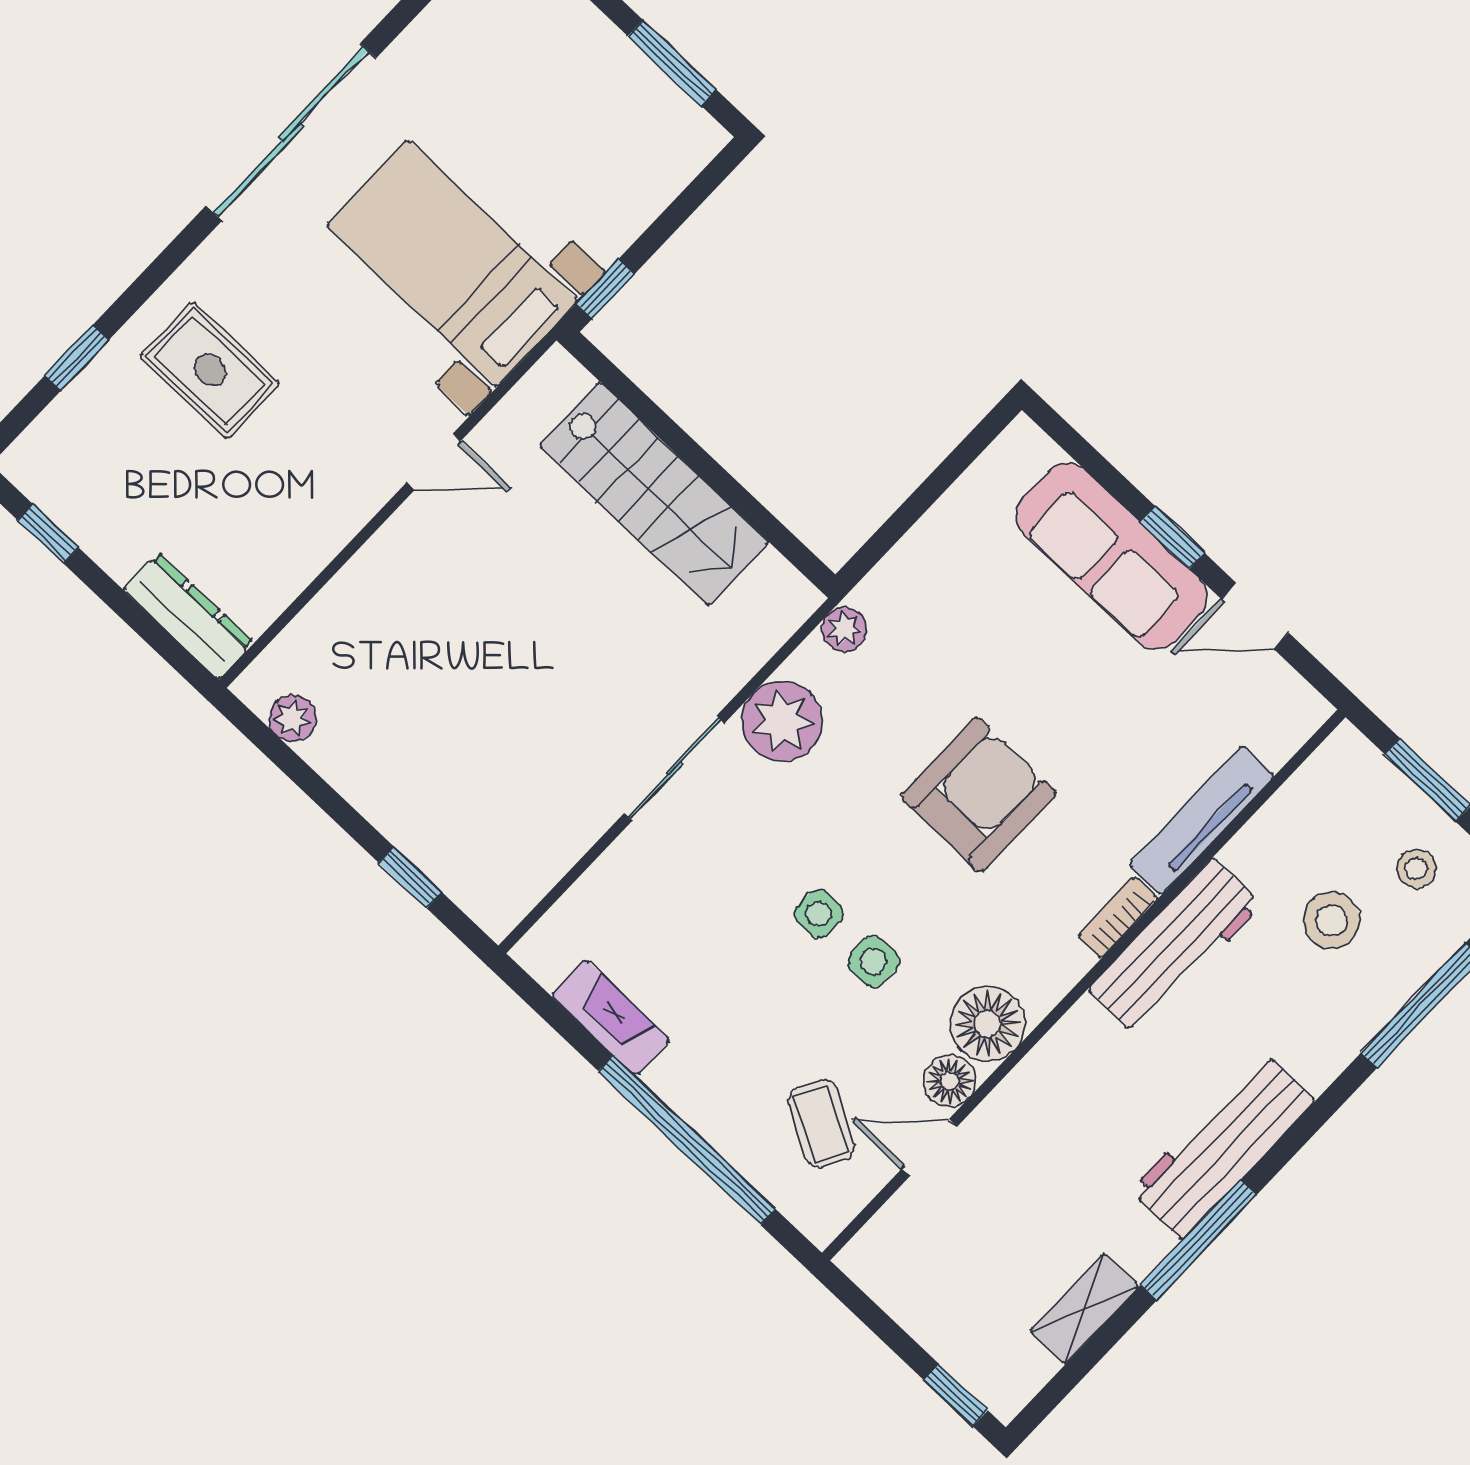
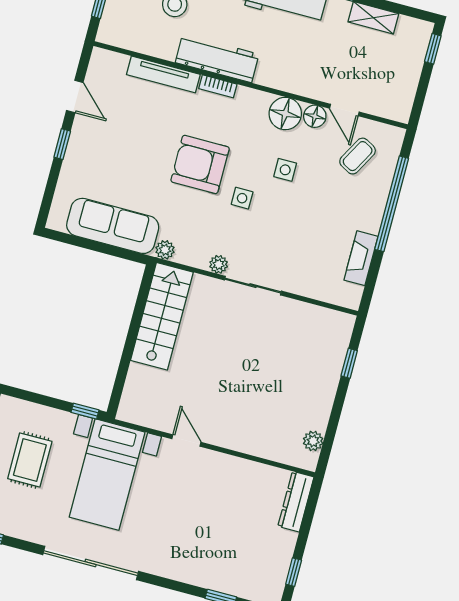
rug: (210, 370) -> (30, 460), moved
stairs: (654, 494) -> (162, 316), moved
sofa: (1112, 556) -> (113, 226), moved, turned -90
plant: (782, 721) -> (219, 264), width x0.53, depth x0.53
side table: (819, 914) -> (242, 198), moved

